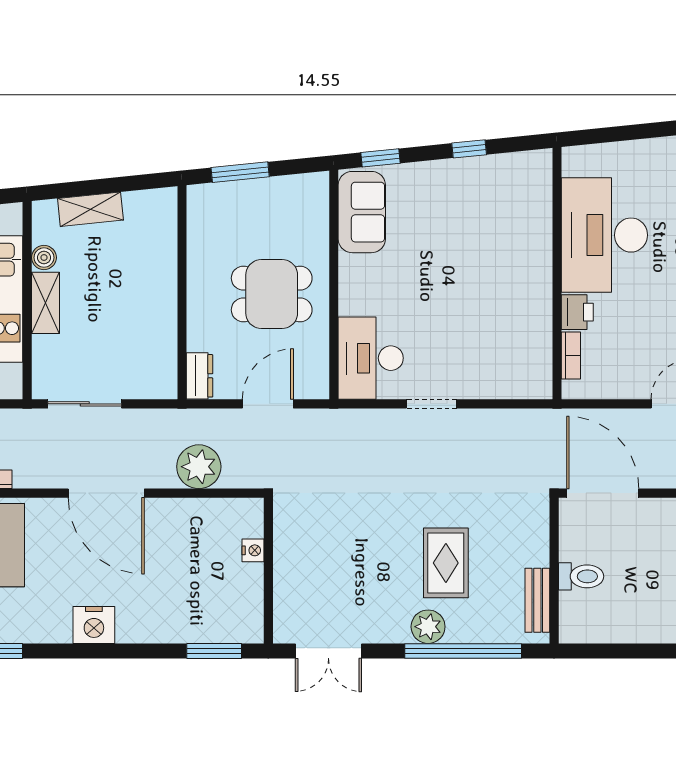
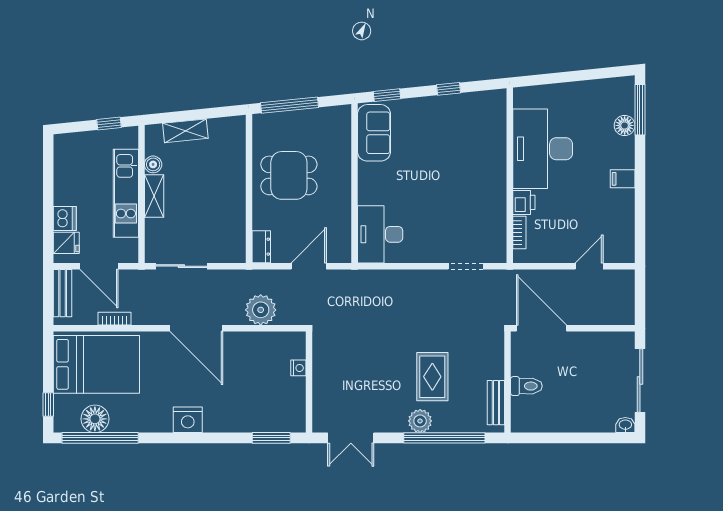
window: (240, 172) -> (289, 105), width x1.44
dining table: (272, 294) -> (289, 175), moved
doorway: (431, 404) -> (466, 266), moved

